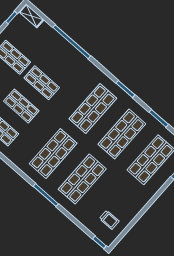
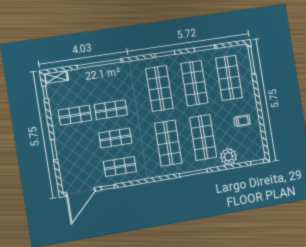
plant: (84, 214) -> (228, 157), added
trolley: (109, 220) -> (242, 121), moved

